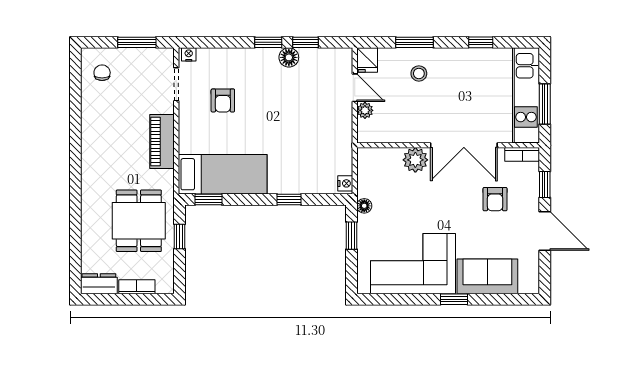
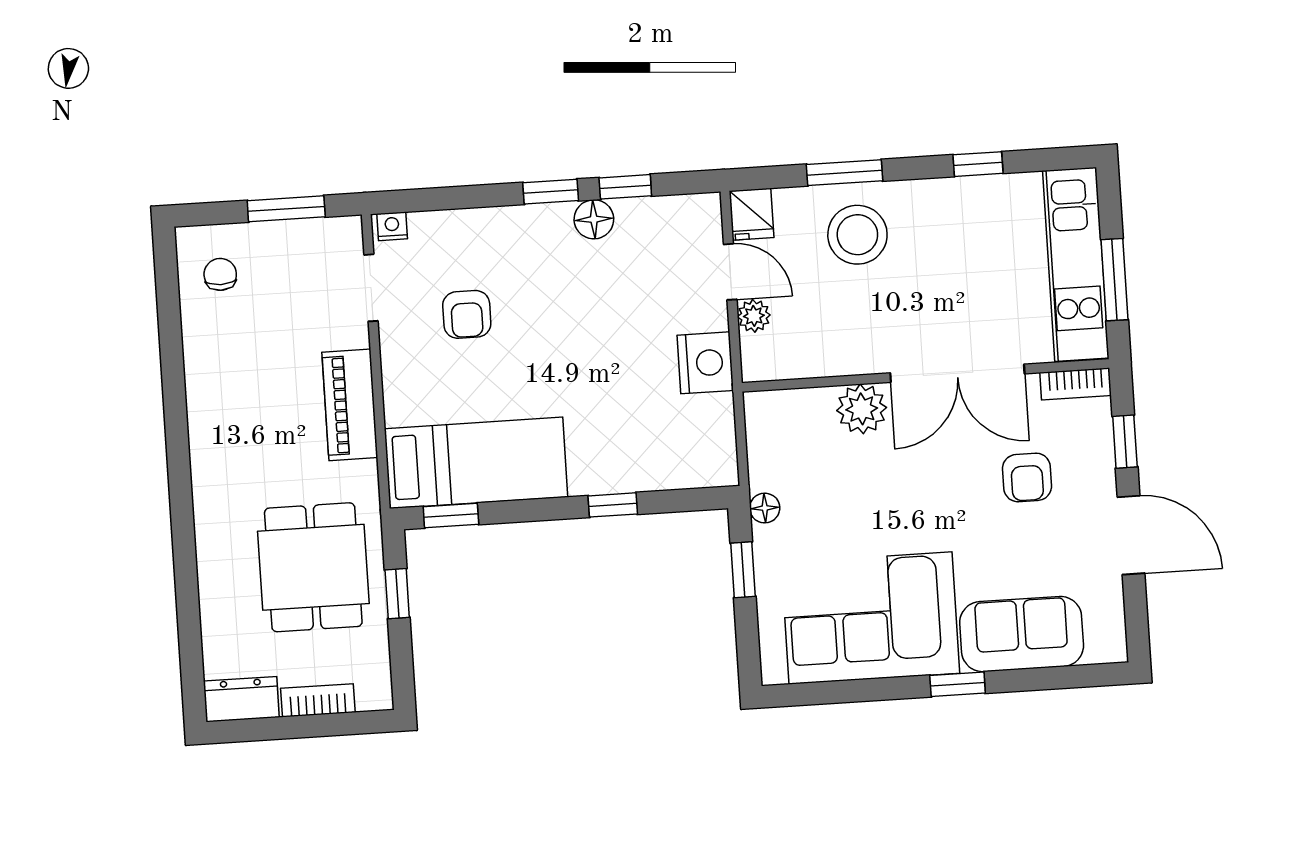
stool: (419, 73) -> (857, 235), width x1.89, depth x1.89
nightstand: (345, 183) -> (705, 363), moved, width x1.89, depth x1.79

